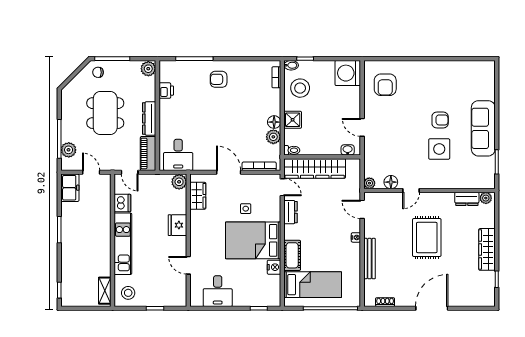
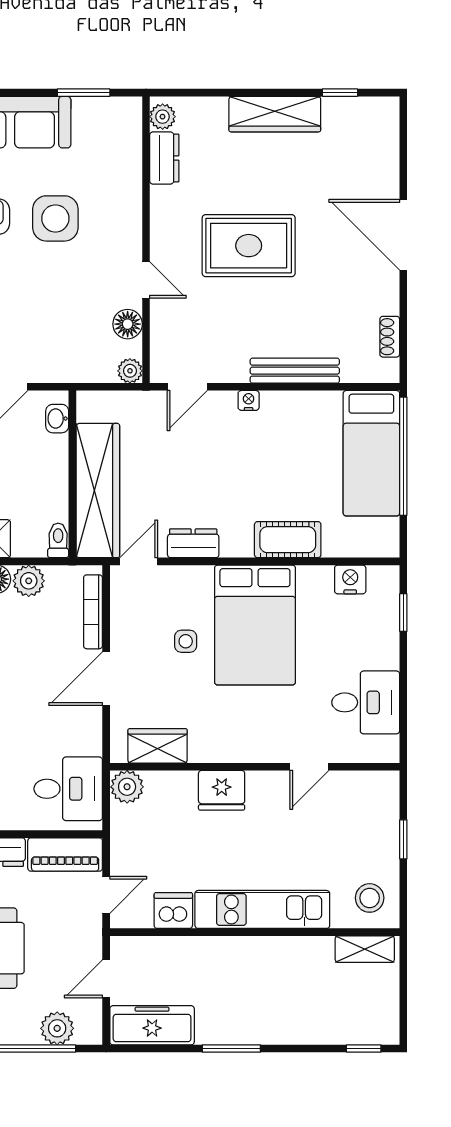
freezer: (70, 188) -> (152, 1025), width x1.40
nightstand: (274, 267) -> (350, 579), moved
bed: (313, 285) -> (371, 453), moved, turned 180

